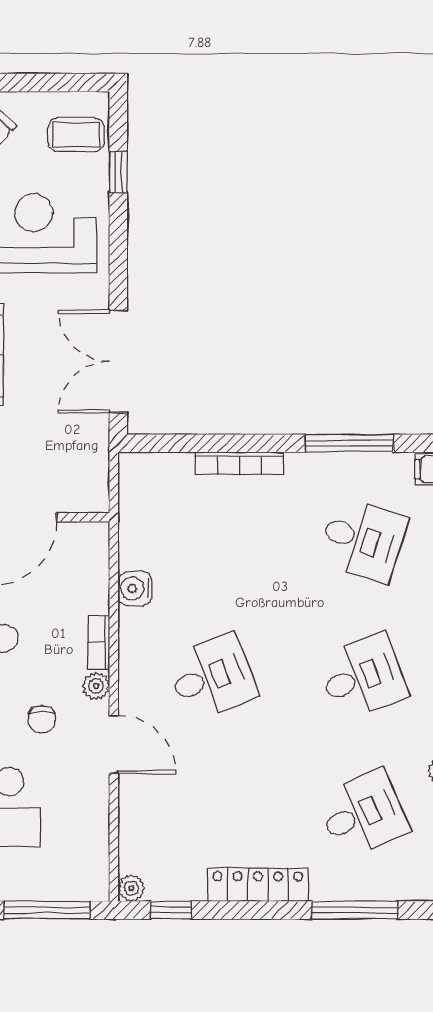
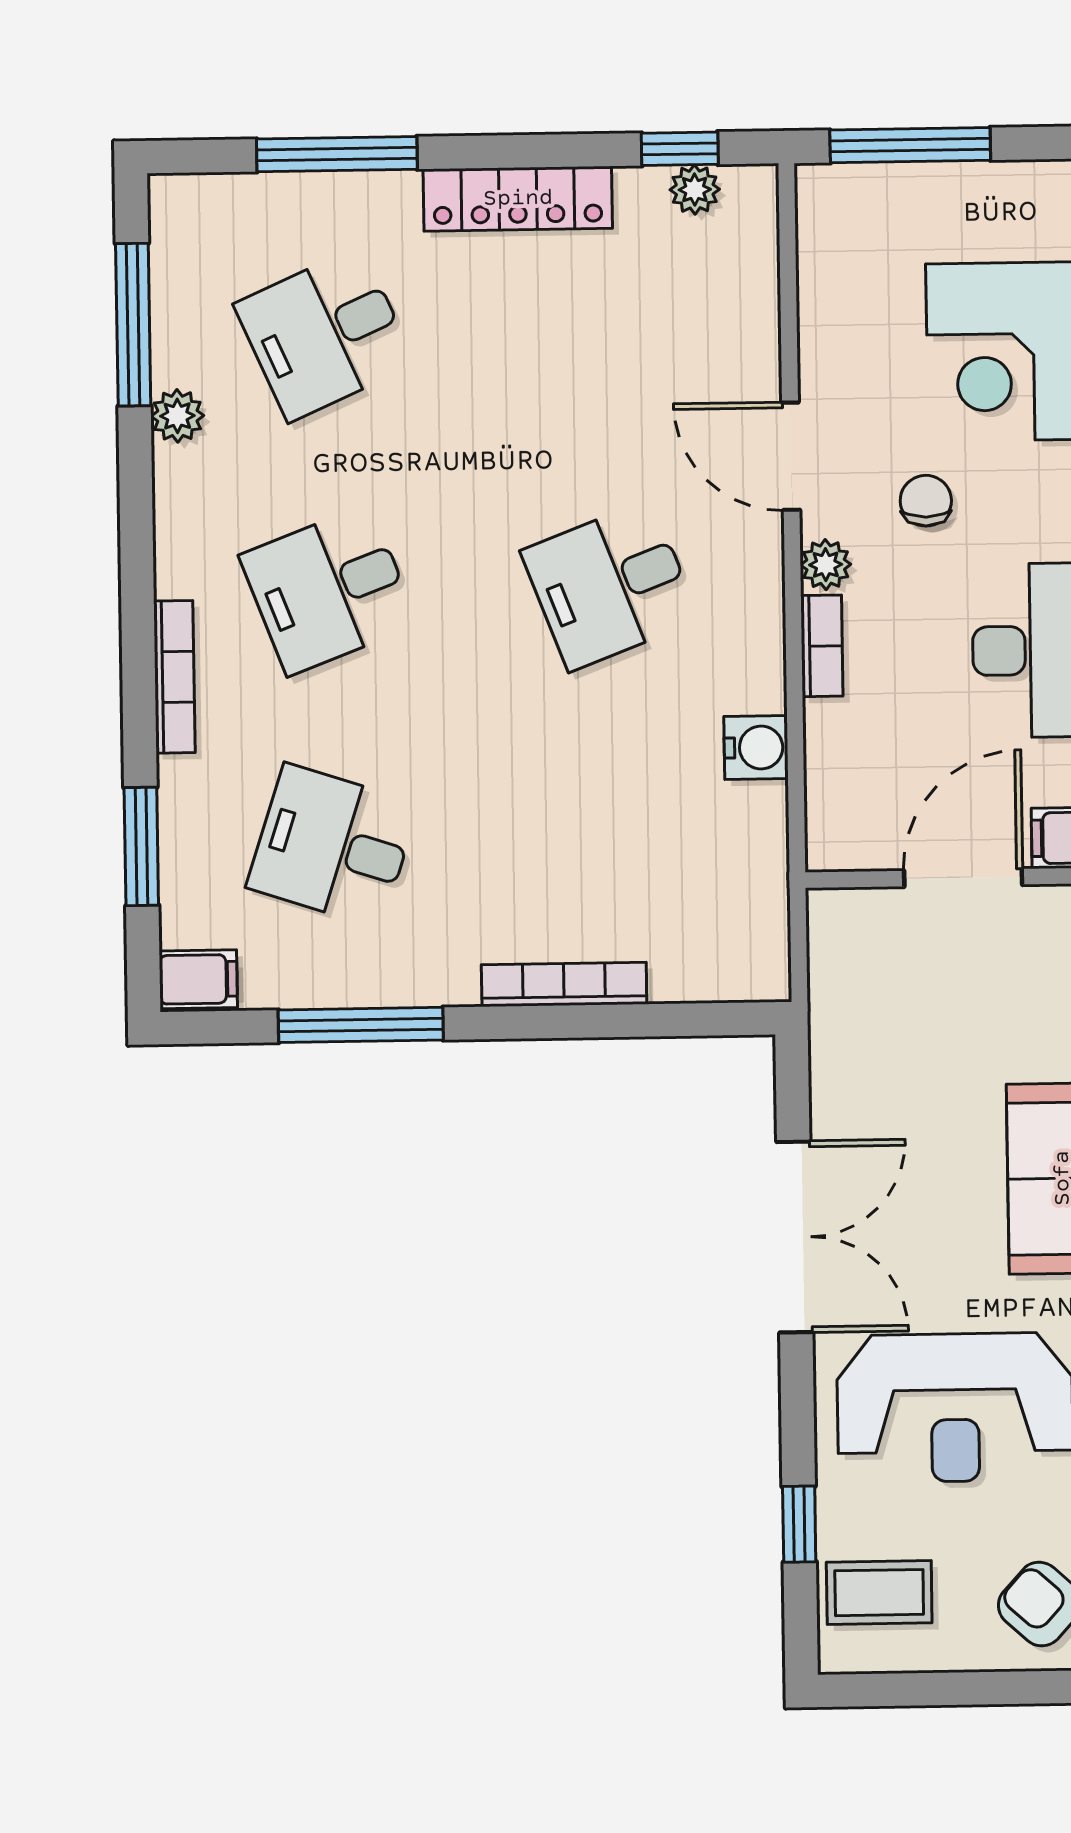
double door: (118, 362) -> (795, 1237), moved
plant: (131, 888) -> (695, 190), moved

